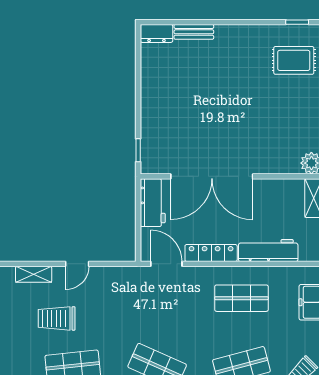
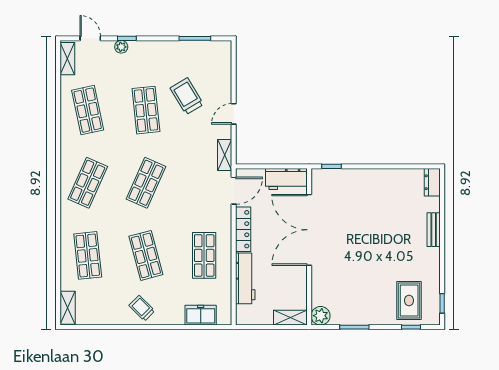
bench: (194, 32) -> (434, 230), moved
door: (77, 264) -> (234, 114), hinge flipped
shelving: (34, 274) -> (225, 155), moved
trolley: (57, 318) -> (187, 96), turned -31

